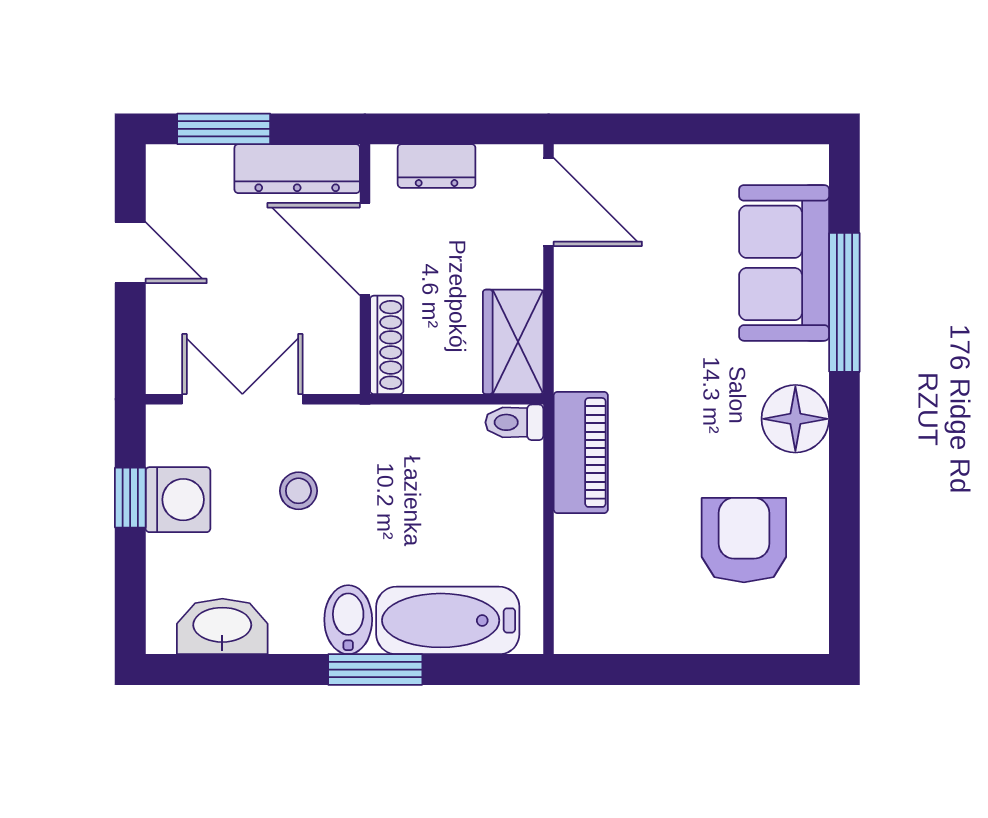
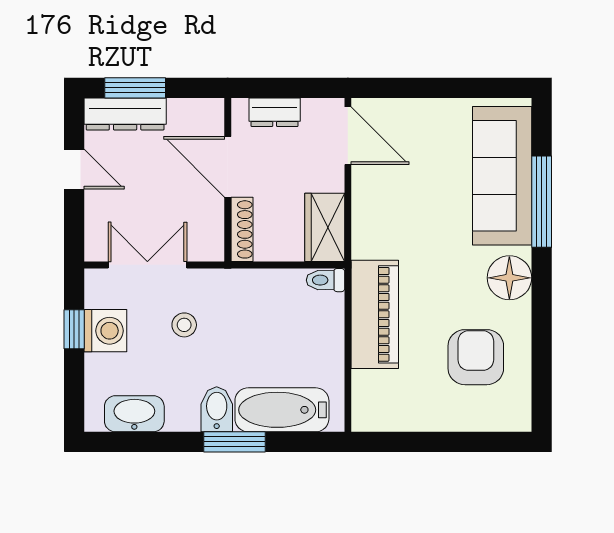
dresser: (297, 169) -> (125, 114), moved
sofa: (784, 263) -> (502, 176), width x1.36
piano: (581, 452) -> (375, 314), width x1.37, depth x1.33

